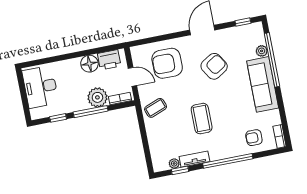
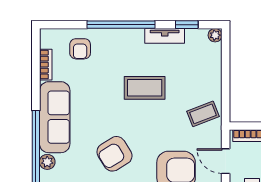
coffee table: (202, 119) -> (145, 88), turned 90
bookcase: (280, 136) -> (46, 65), moved
armchair: (254, 138) -> (80, 49), turned 90
plant: (174, 163) -> (215, 35), moved

